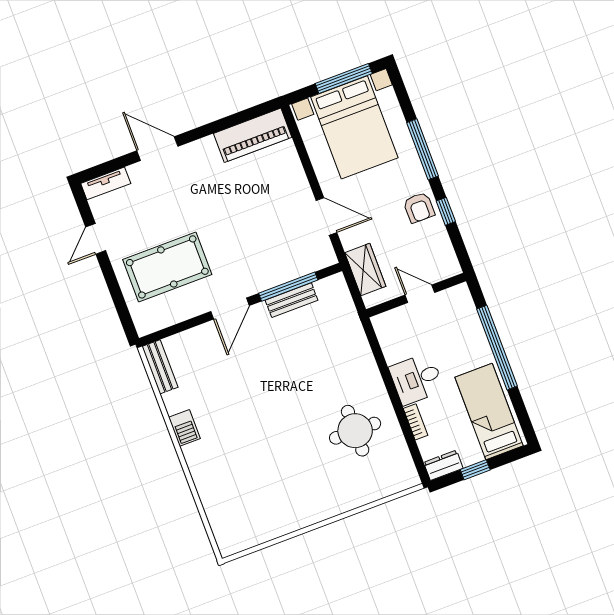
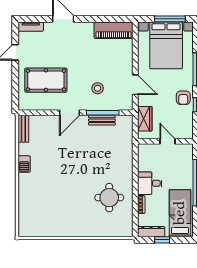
stool: (263, 247) -> (98, 88), added
dresser: (443, 465) -> (151, 232), width x1.44

